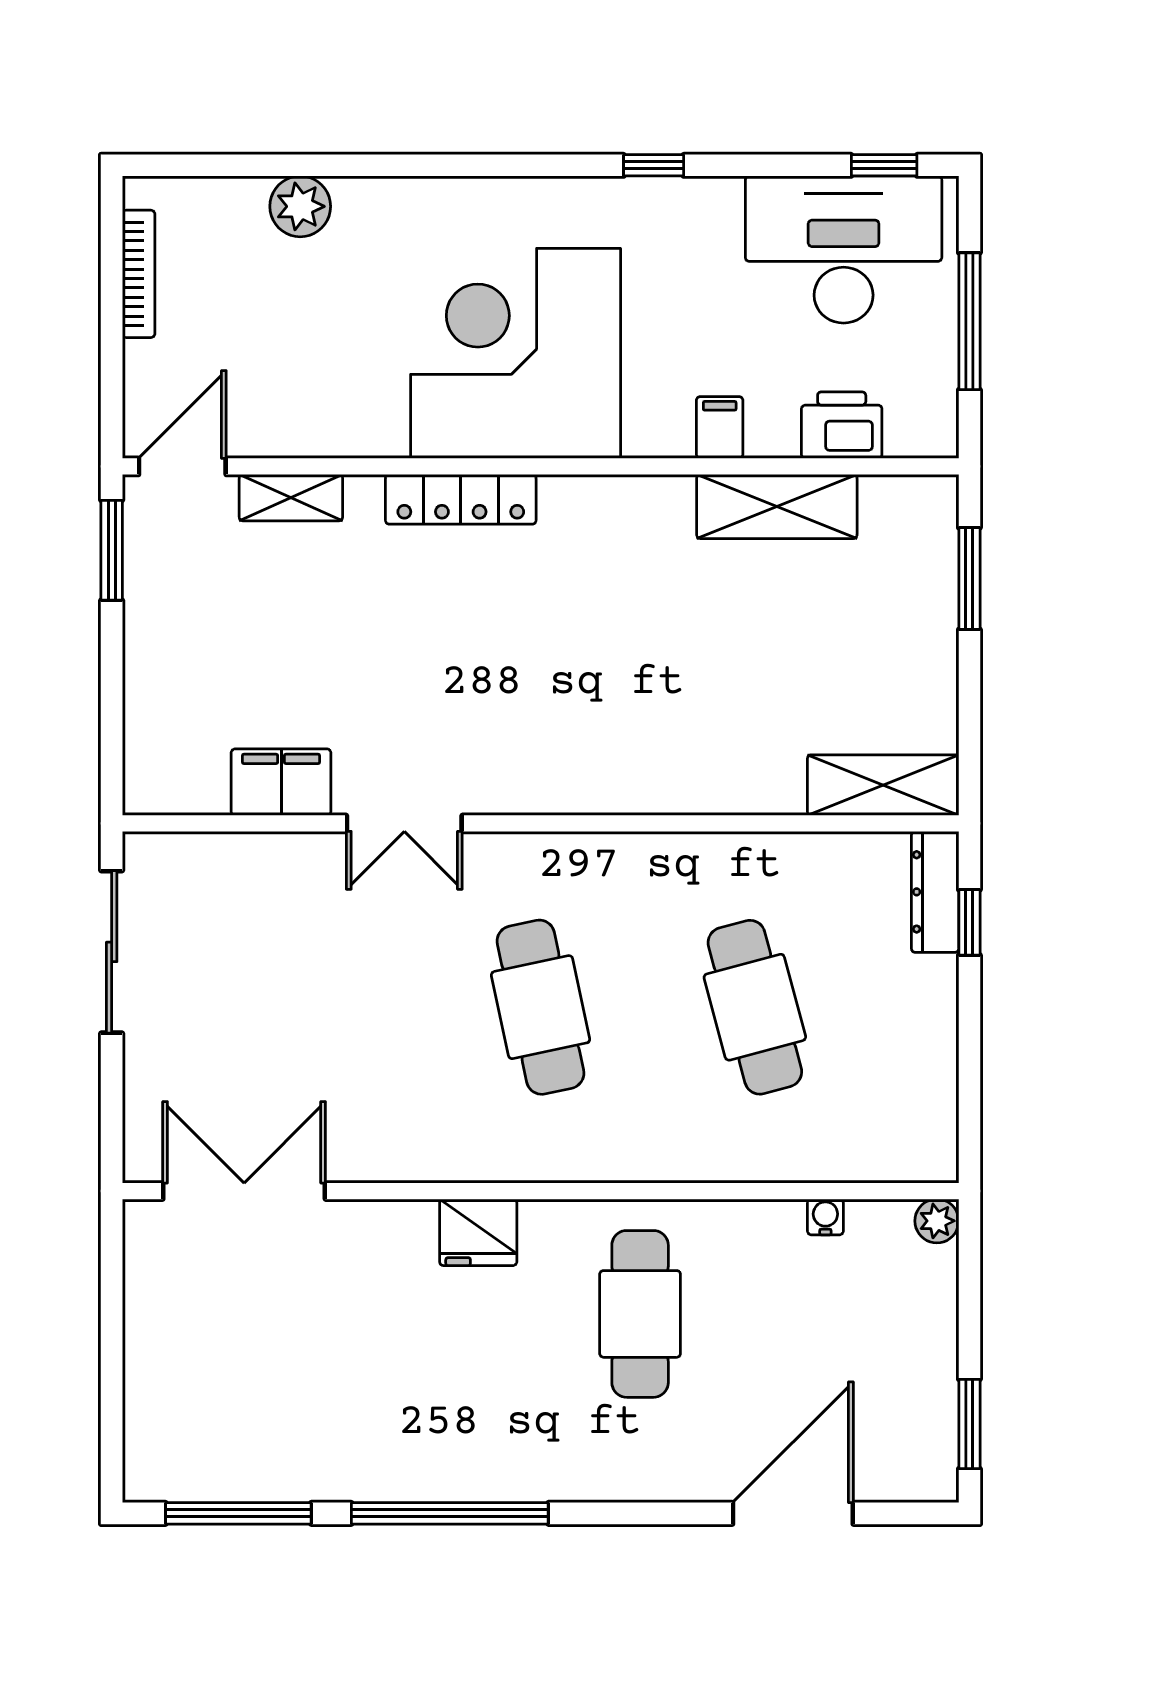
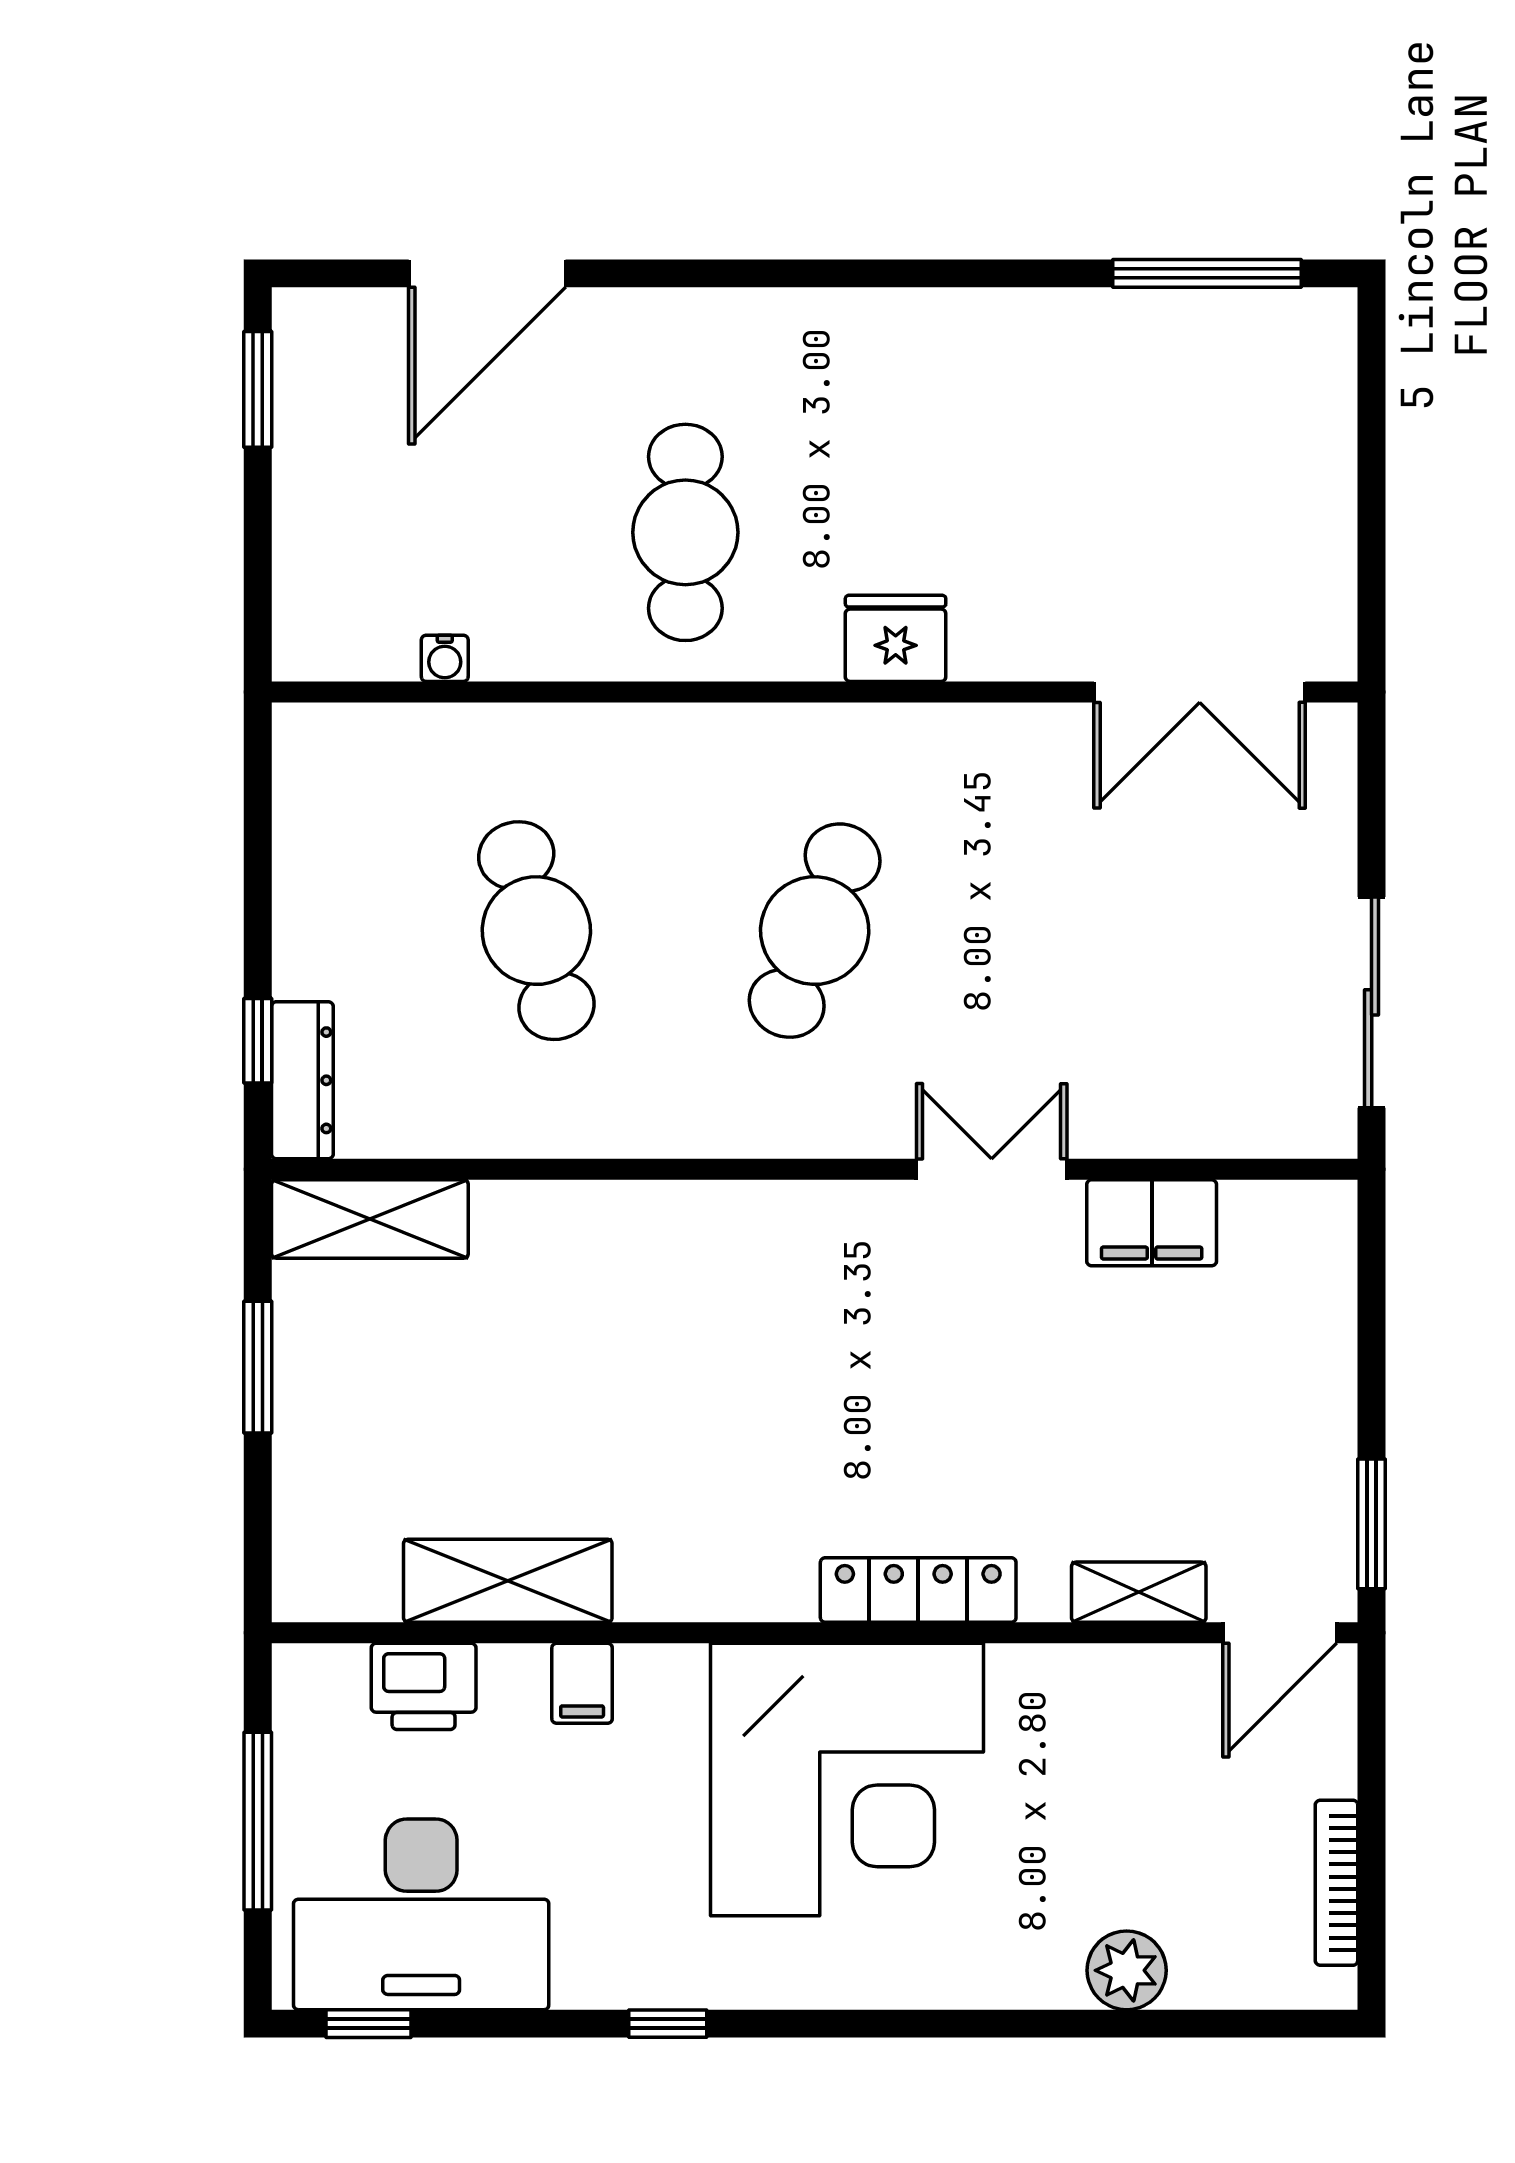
window: (969, 579) -> (258, 1367), moved
cafe table: (541, 1007) -> (815, 931), turned 33
plant: (937, 1221) -> (300, 653), removed
window: (450, 1513) -> (932, 273), removed

